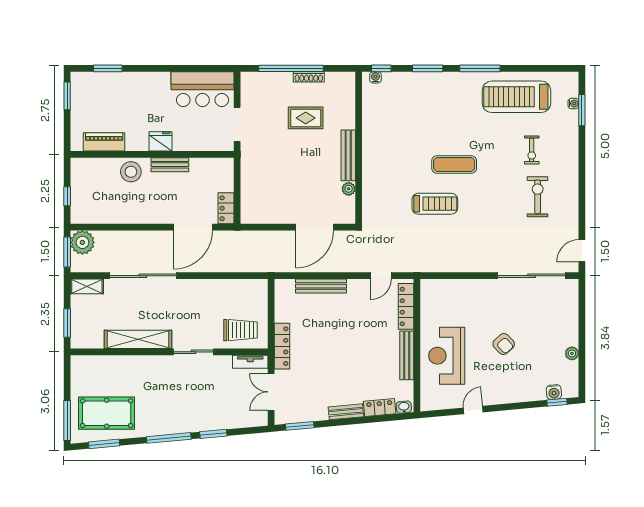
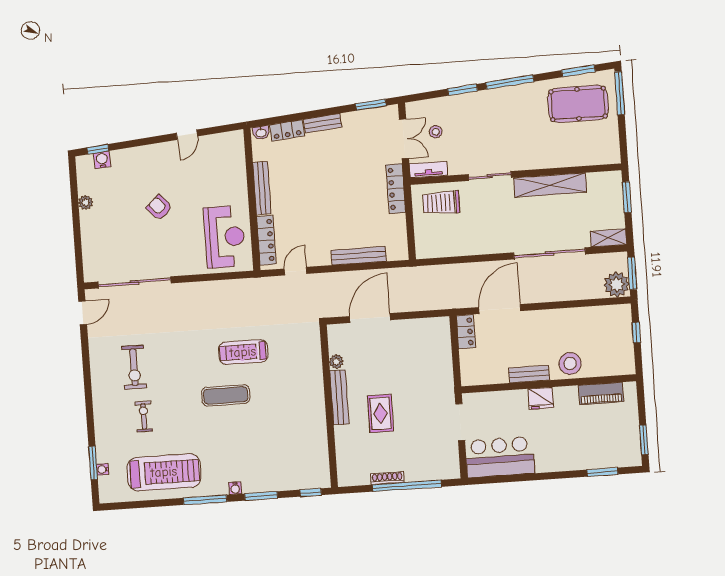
water cooler: (376, 77) -> (235, 488), moved
rug: (306, 118) -> (380, 413), moved, turned 90
reception desk: (447, 356) -> (225, 237), moved
stool: (241, 397) -> (436, 132), added

